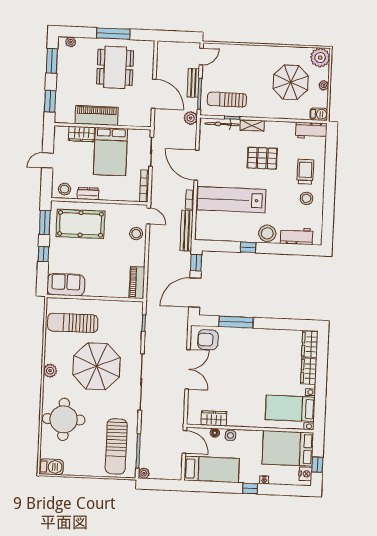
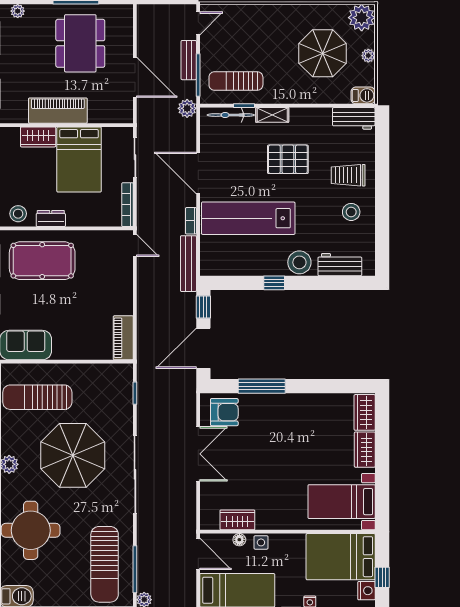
trolley: (305, 172) -> (348, 175), turned -90
stool: (136, 234) -> (119, 271), removed
armchair: (208, 340) -> (224, 412), turned 180

